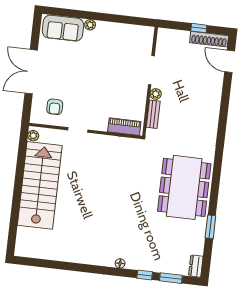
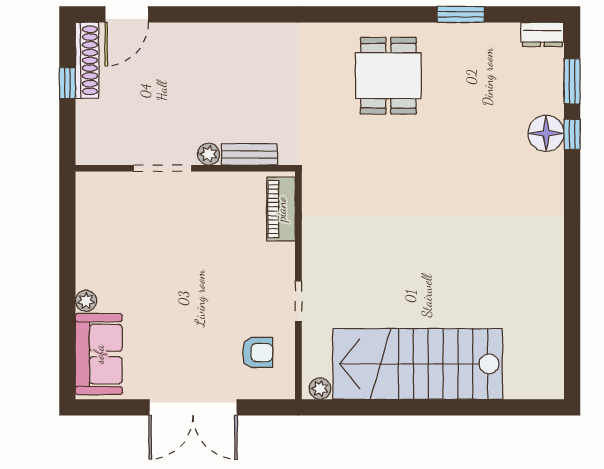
dining table: (184, 187) -> (388, 76), width x0.53, depth x0.80
floor lamp: (120, 263) -> (546, 133), moved, width x1.89, depth x1.89

